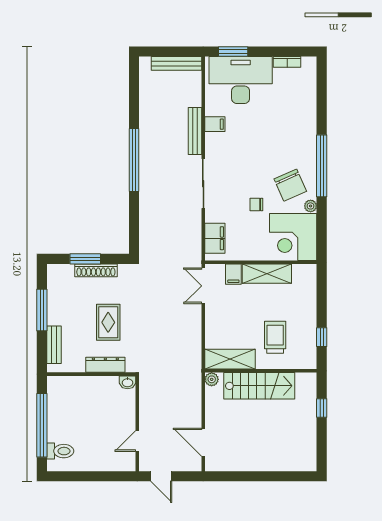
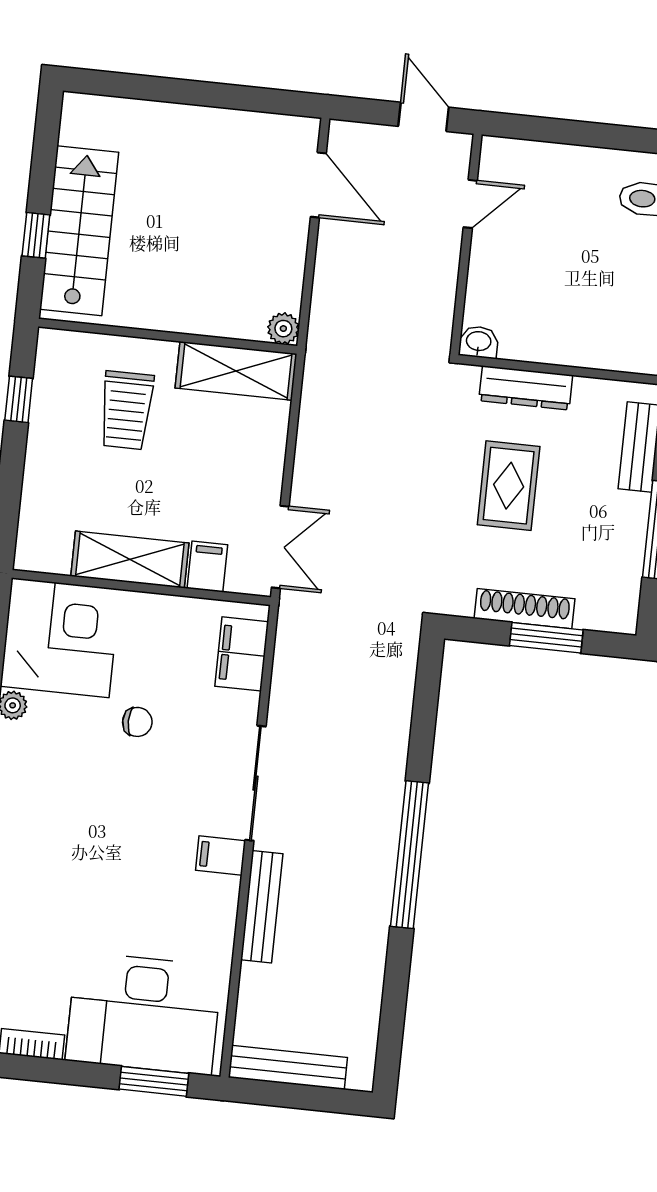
filing cabinet: (215, 124) -> (221, 855), moved
chair: (290, 185) -> (54, 758), removed
stairs: (259, 386) -> (79, 231), moved, turned 90

